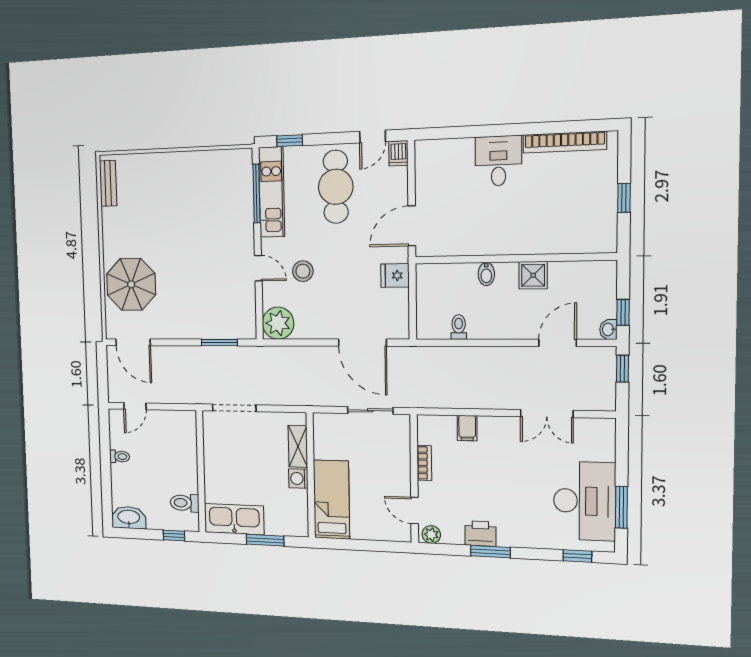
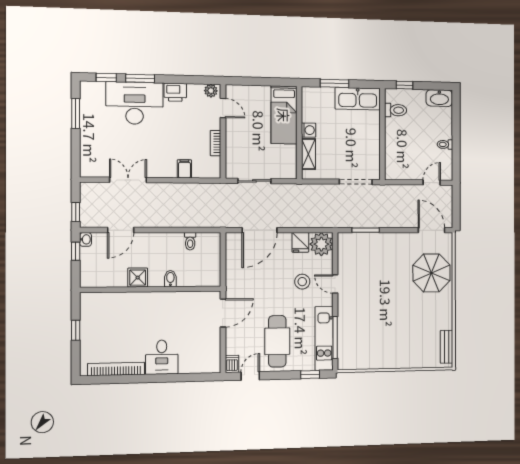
fridge: (395, 276) -> (300, 242), moved, turned 90
door: (362, 343) -> (260, 230), swing flipped
desk: (584, 501) -> (135, 103), moved, turned 90
window: (490, 552) -> (140, 78), moved

